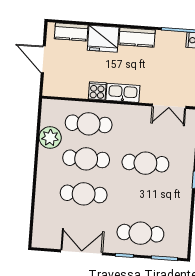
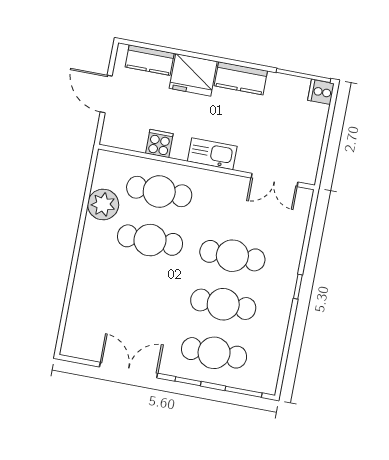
cooker: (97, 91) -> (159, 144), moved
cafe table: (84, 194) -> (223, 304), moved

